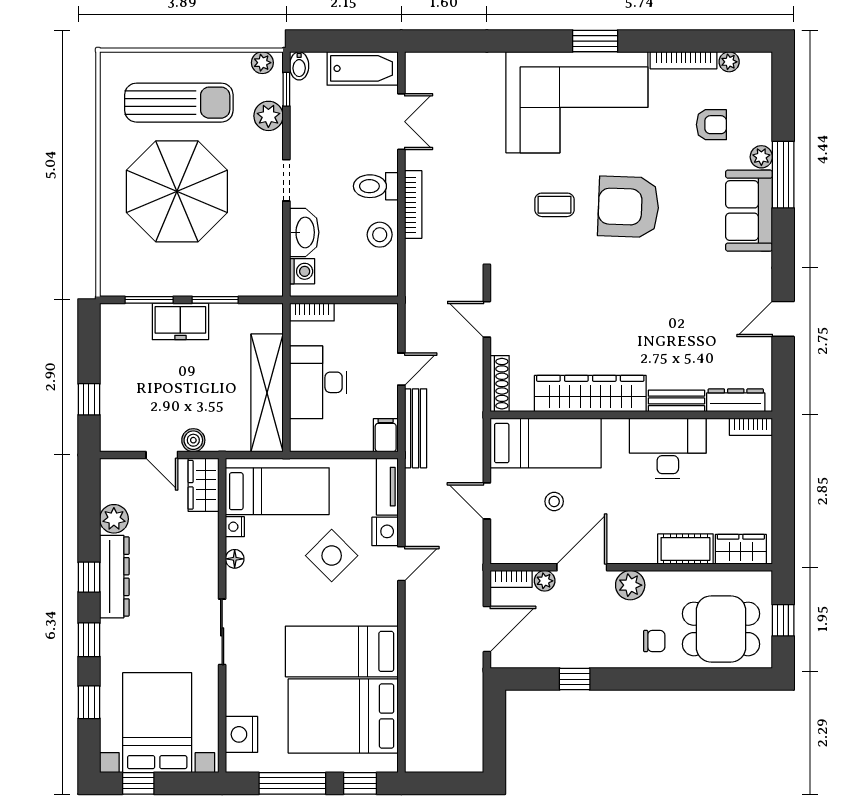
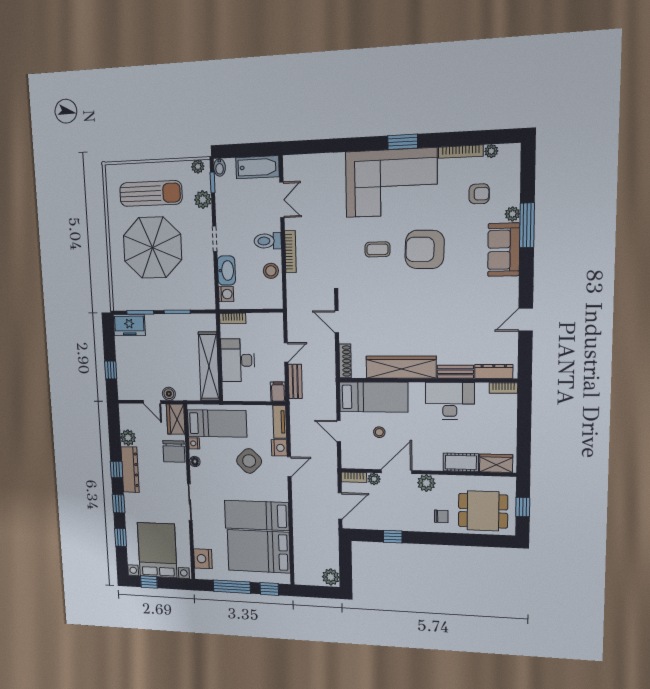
freezer: (180, 321) -> (129, 325), moved
bench: (416, 428) -> (295, 381), width x0.73
chair: (197, 542) -> (174, 451), added
plant: (469, 756) -> (331, 577), added

